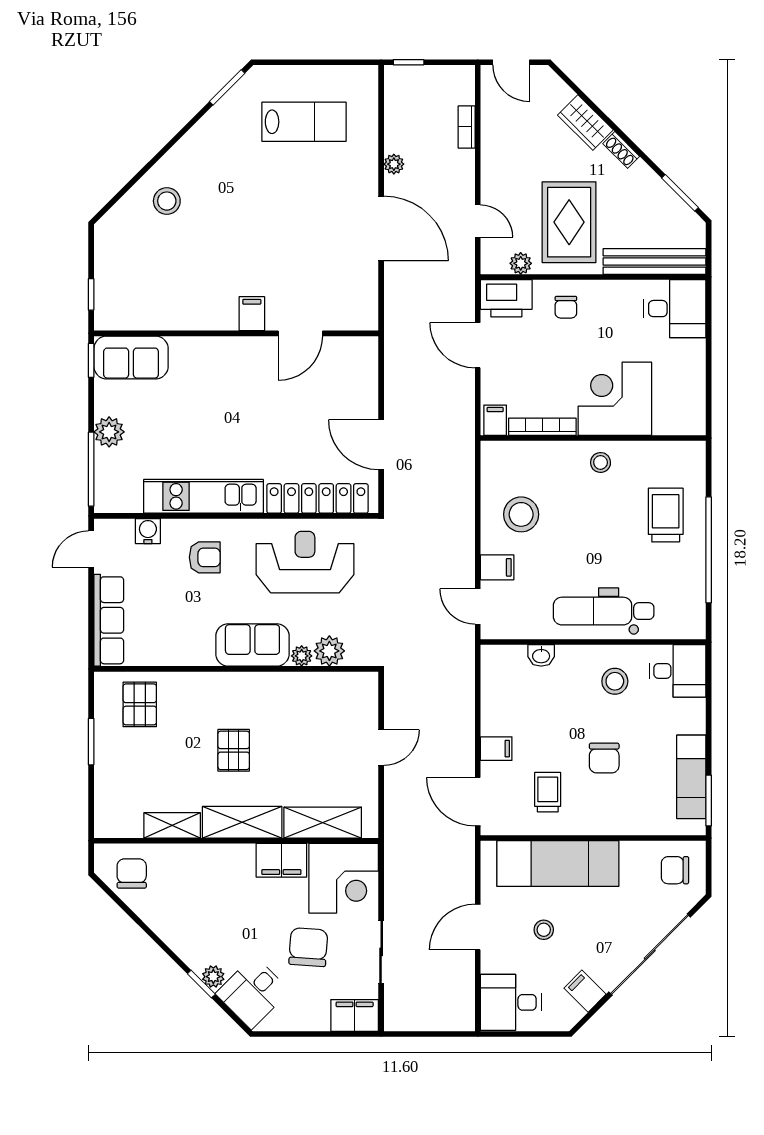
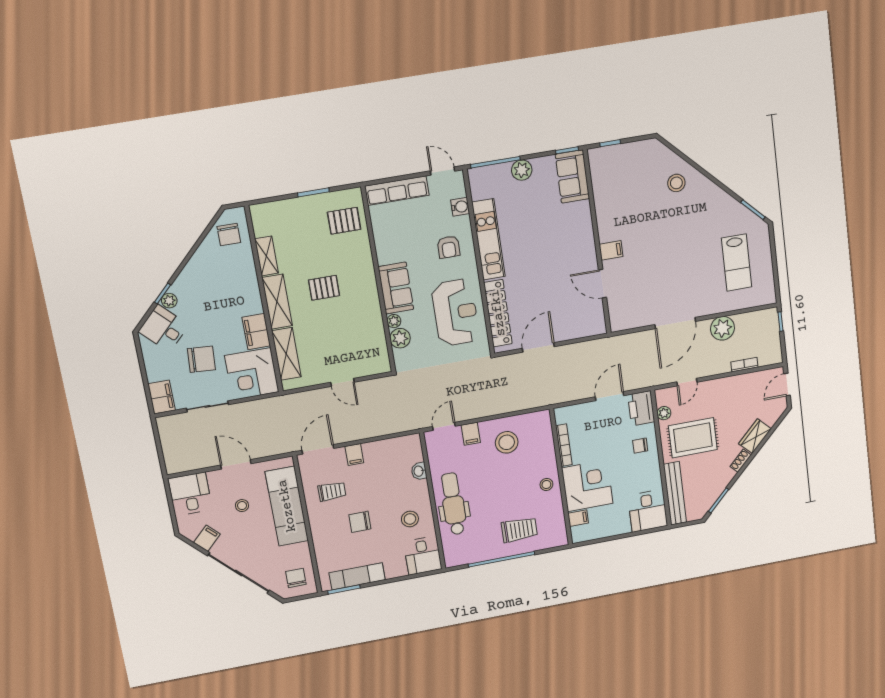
plant: (394, 164) -> (722, 328), width x1.88, depth x1.88
filing cabinet: (495, 420) -> (578, 518), moved
chair: (132, 874) -> (229, 235), turned 90

